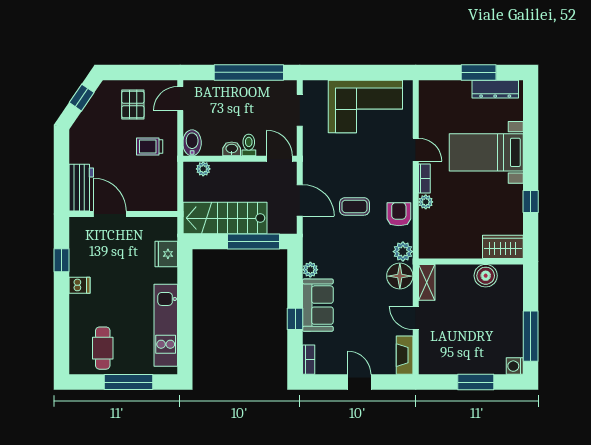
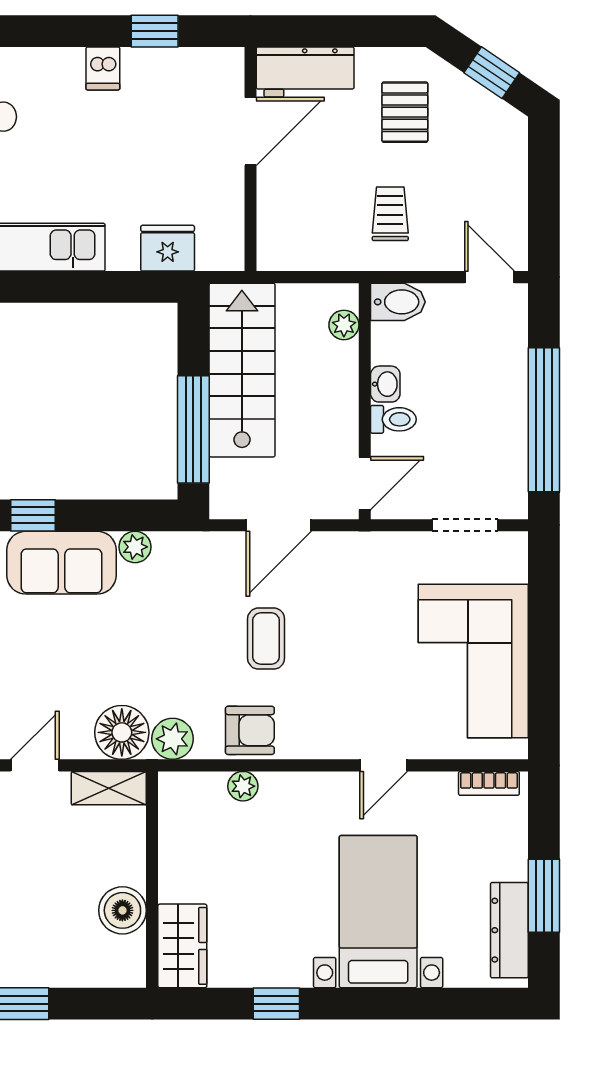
pallet: (133, 105) -> (405, 112), moved, turned 90
bookcase: (424, 179) -> (489, 783), moved
plant: (426, 202) -> (243, 786), moved

